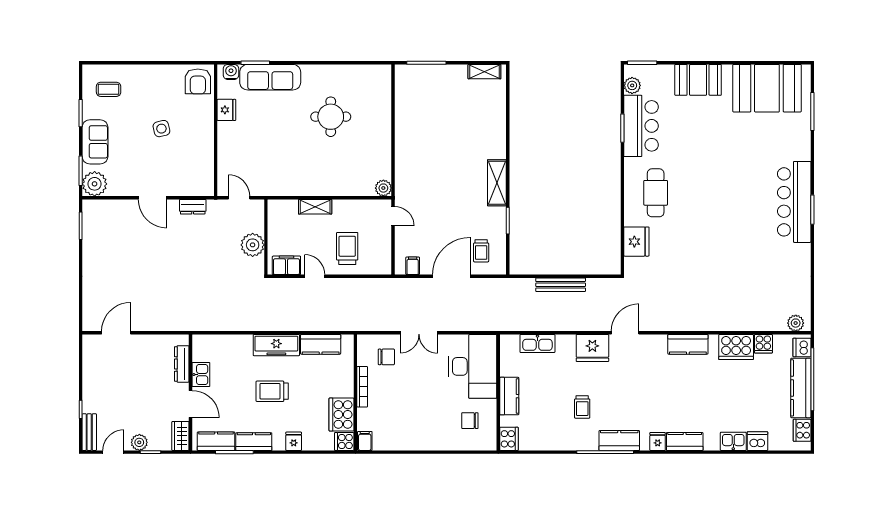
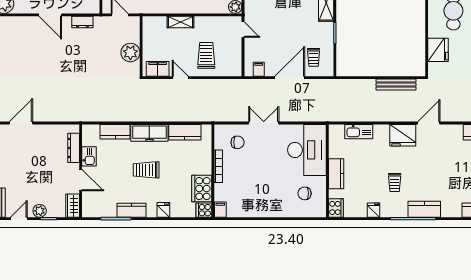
bench: (561, 285) -> (396, 85), moved
double door: (419, 333) -> (264, 123), swing flipped
kitchen counter: (216, 441) -> (115, 132), moved, turned 180
fridge: (658, 441) -> (374, 210), moved

